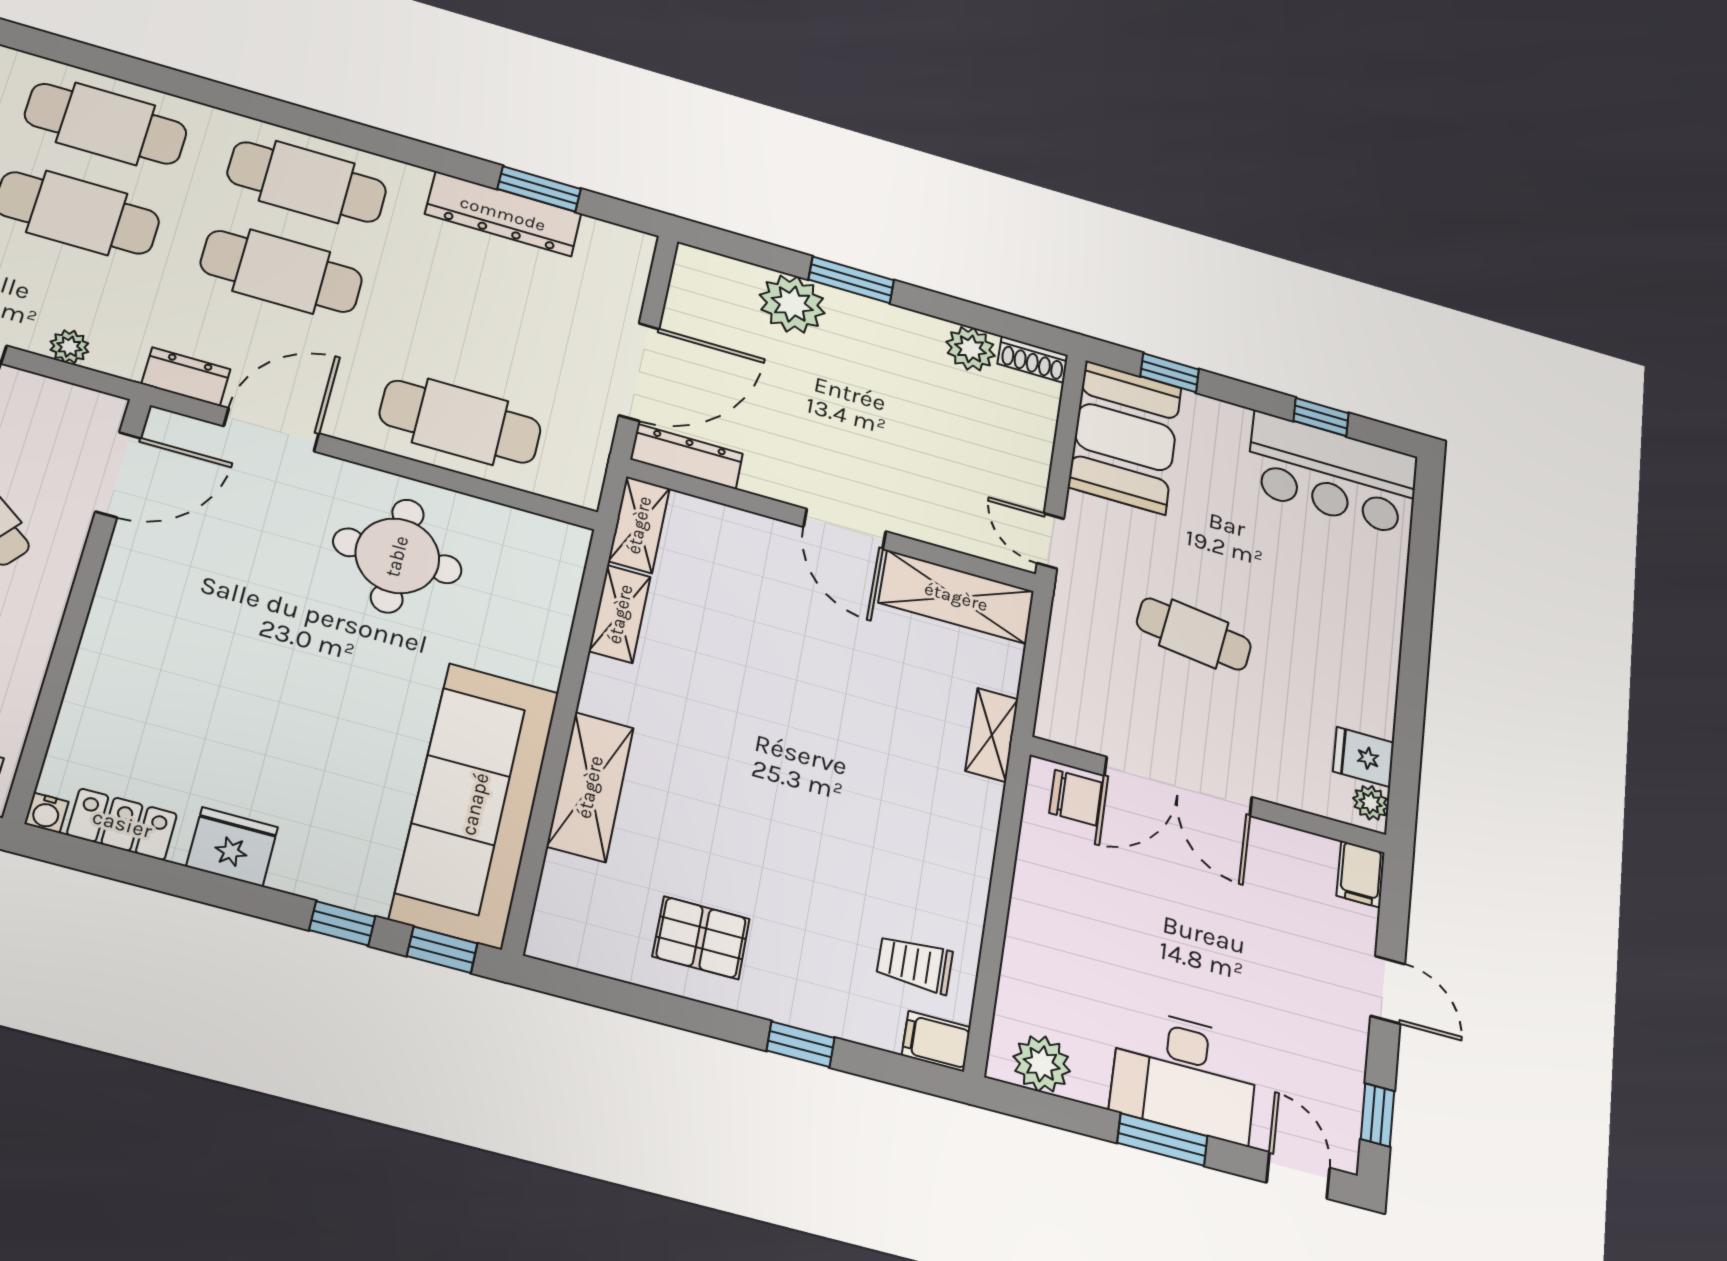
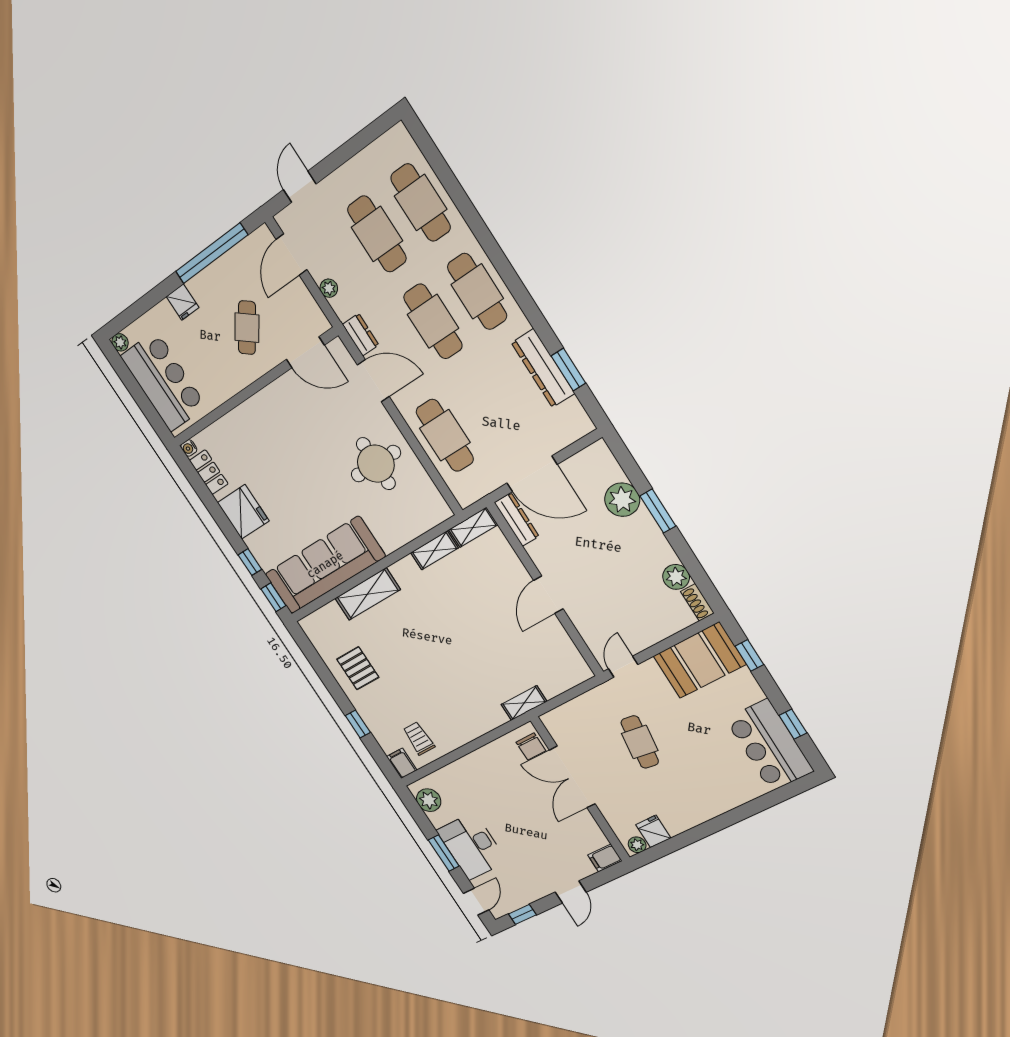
shelving: (956, 597) -> (564, 652), removed
fridge: (232, 847) -> (243, 512), width x1.36, depth x1.34

